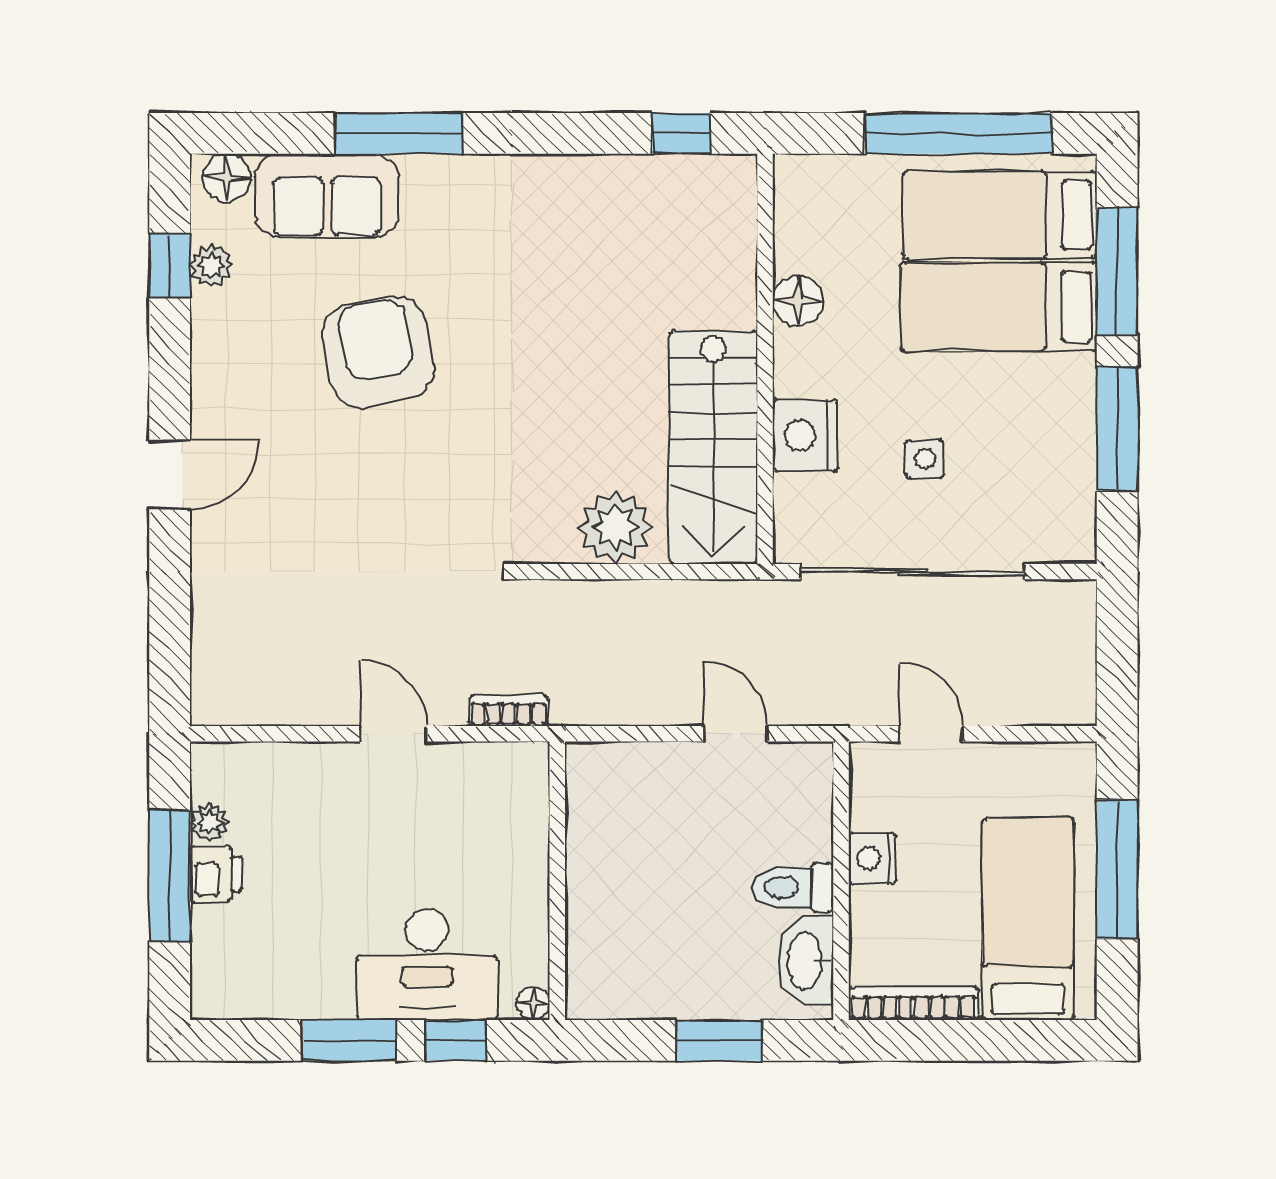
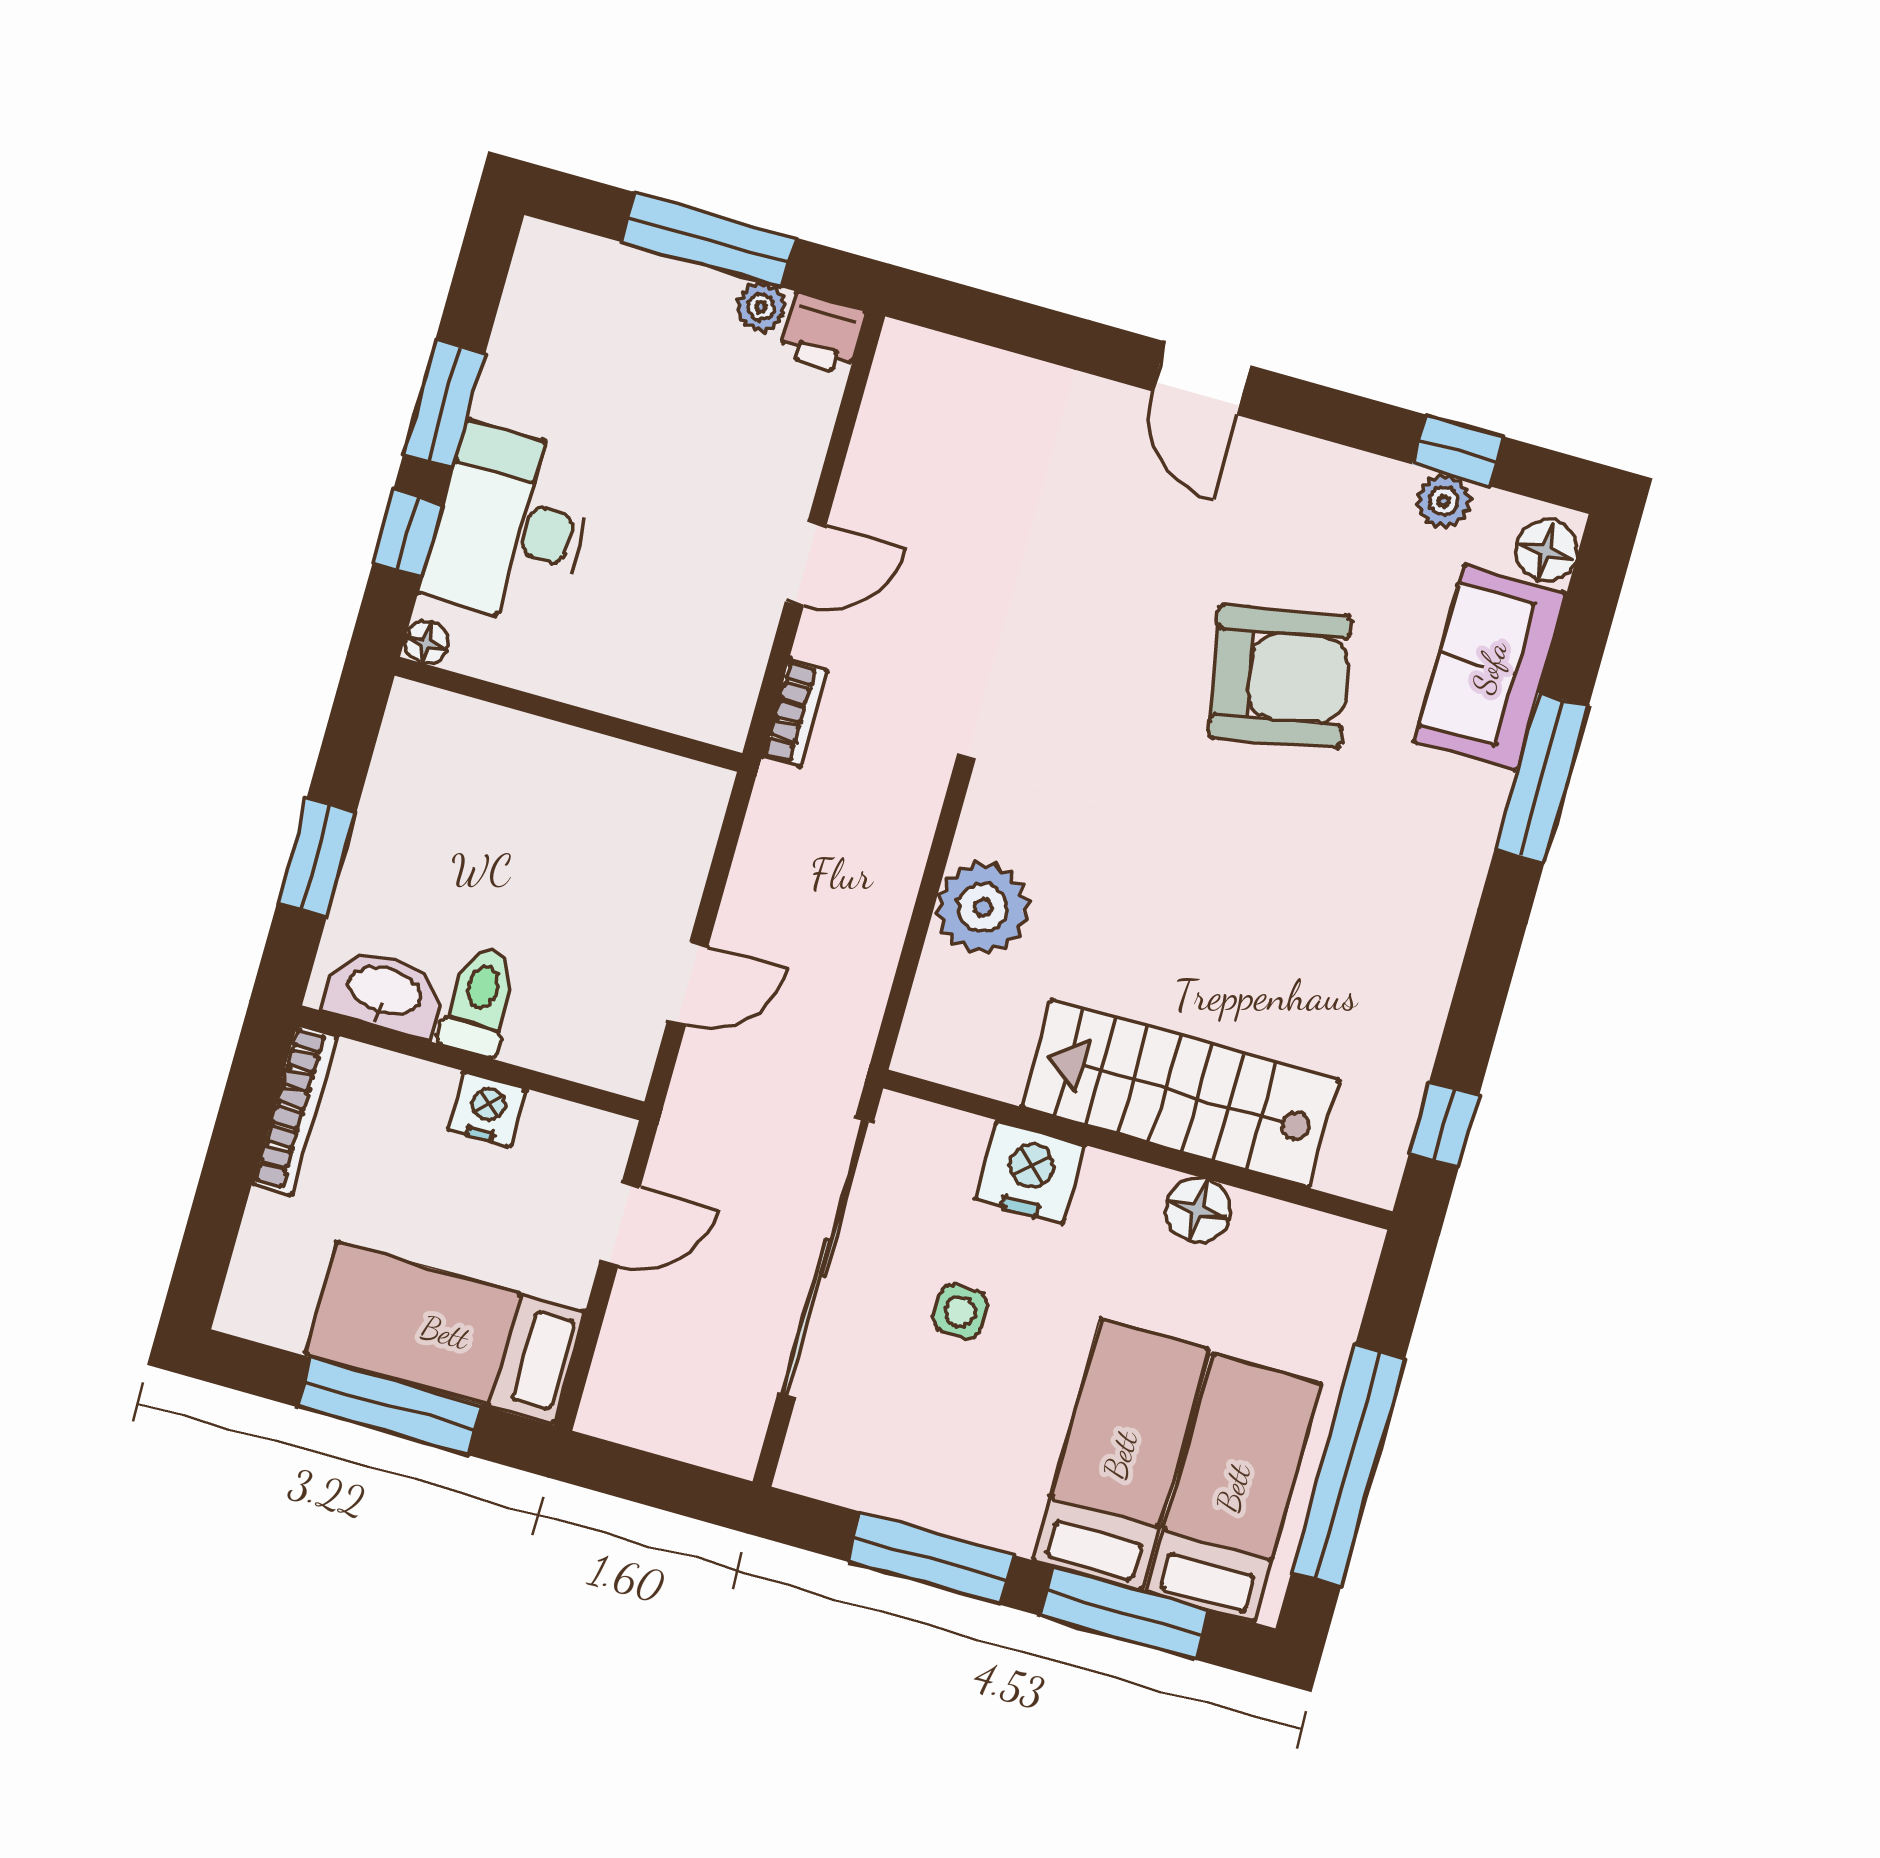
stairs: (713, 447) -> (1181, 1093), moved
printer: (216, 874) -> (823, 333), moved
bed: (1028, 919) -> (445, 1333), moved, turned 180

